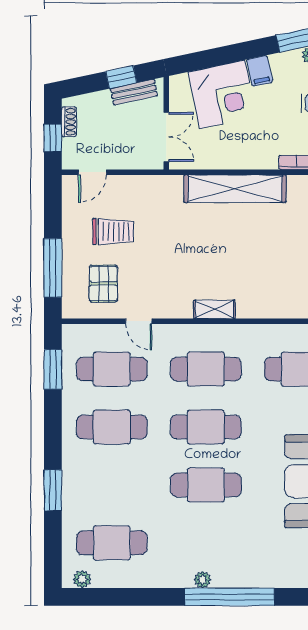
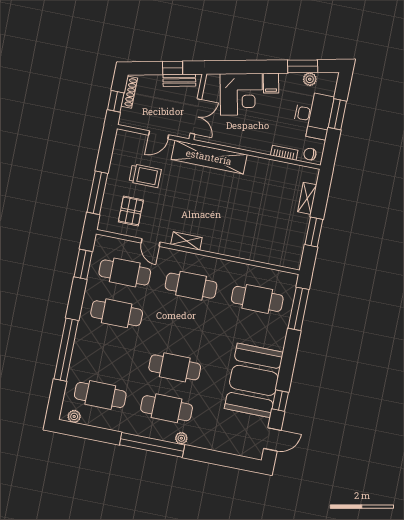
shoe rack: (69, 122) -> (129, 92), width x1.43
door: (92, 172) -> (159, 135), moved
shelving: (235, 189) -> (209, 157), moved
shelving: (214, 309) -> (186, 241), moved
cafe table: (206, 427) -> (167, 408), moved
window: (53, 490) -> (66, 350), width x2.11
plant: (203, 580) -> (181, 438), moved
window: (230, 597) -> (152, 445), moved

